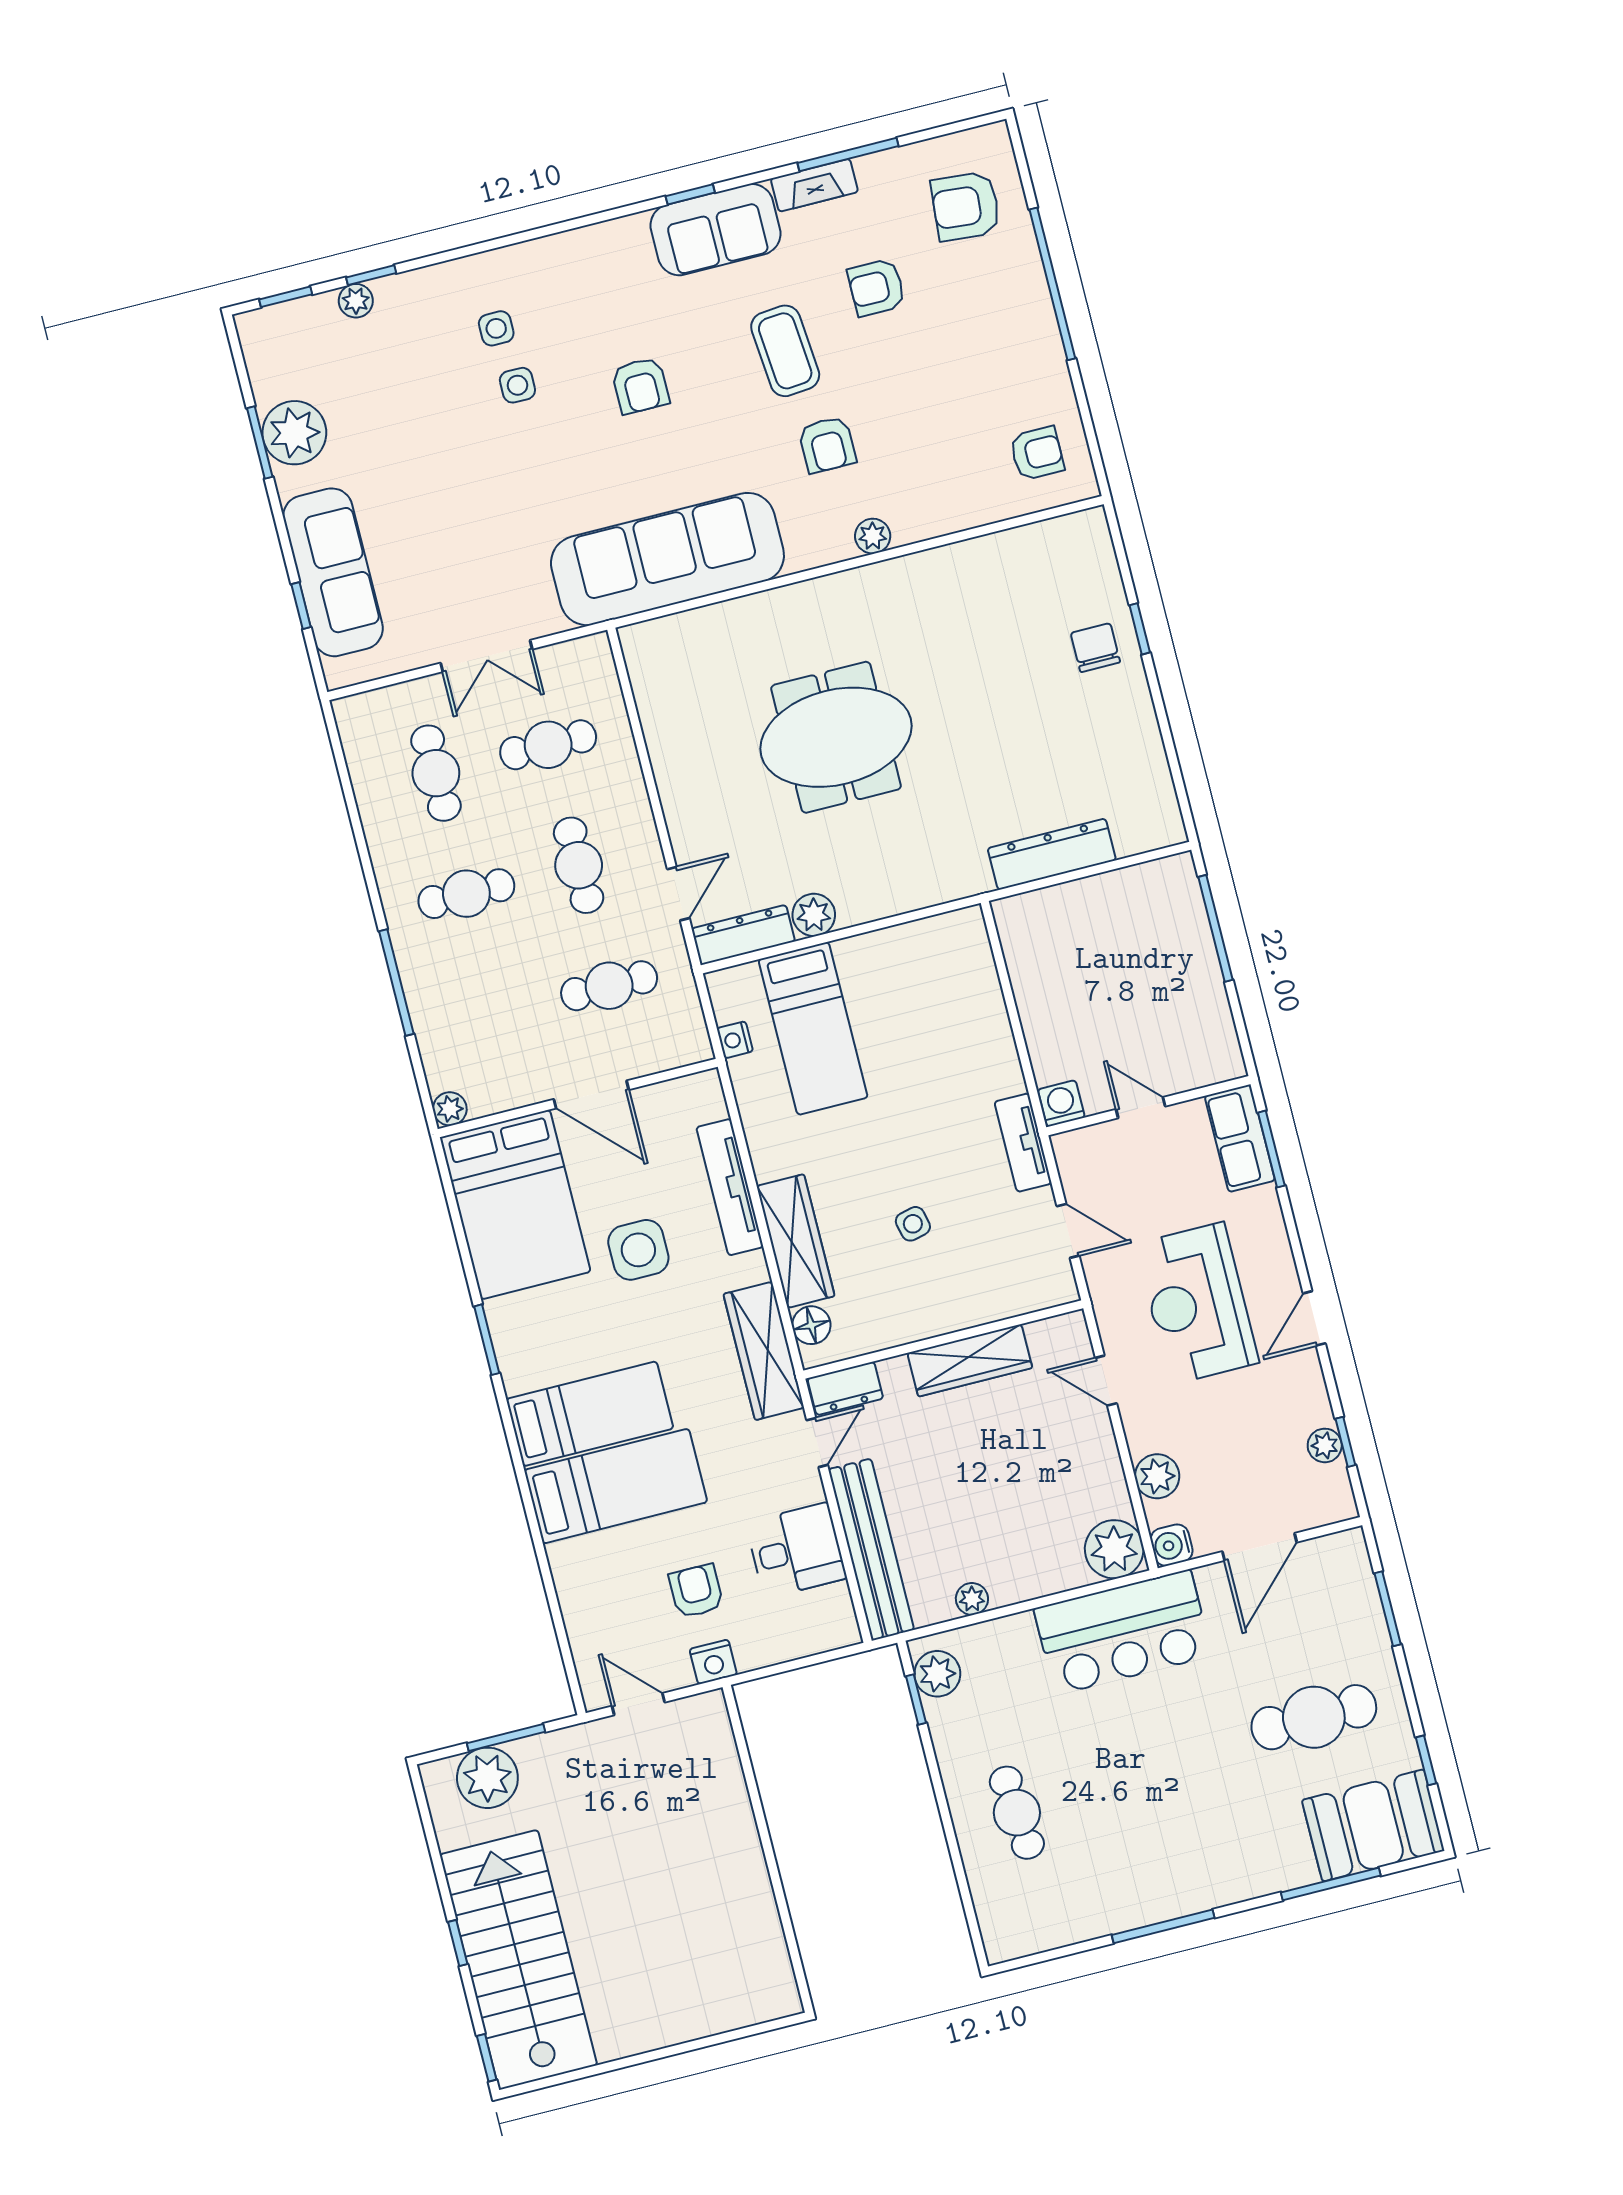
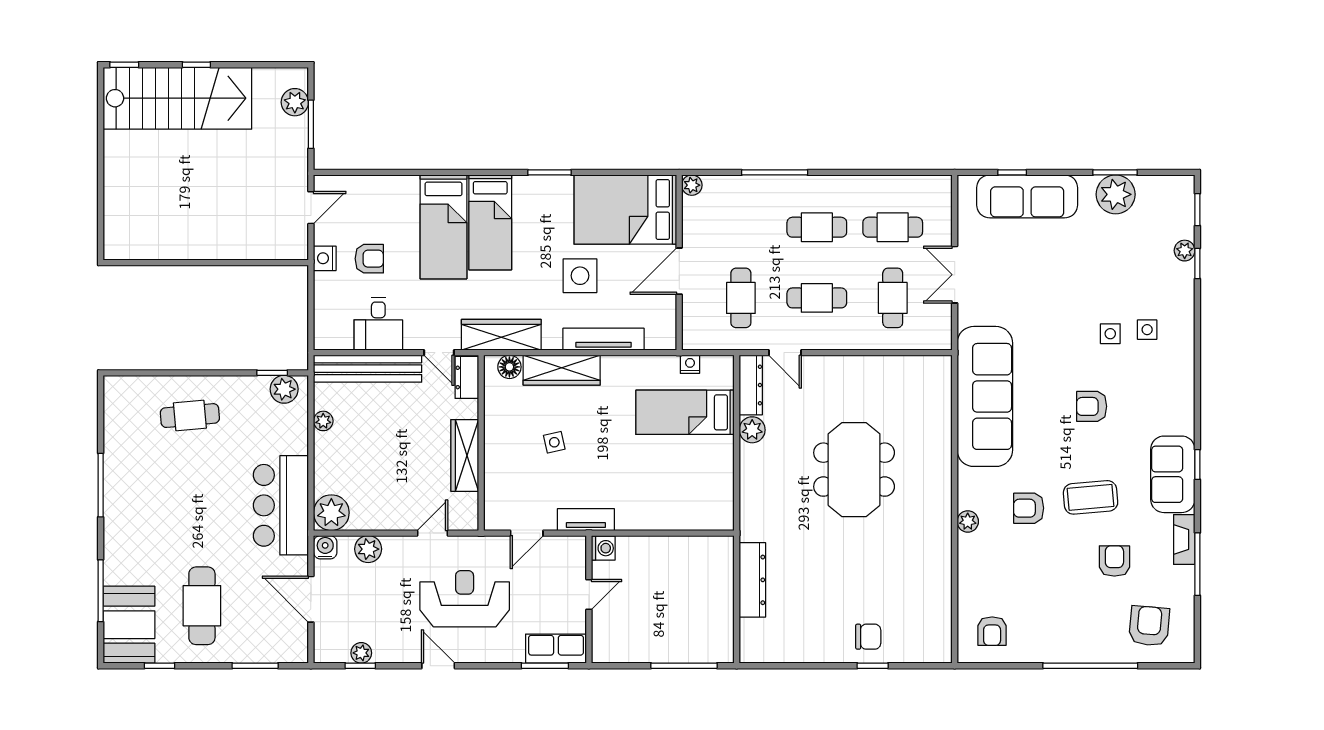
cafe table: (466, 894) -> (817, 227), turned 90
plant: (487, 1778) -> (295, 102), width x0.73, depth x0.73

